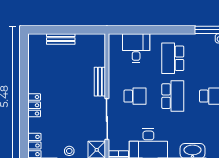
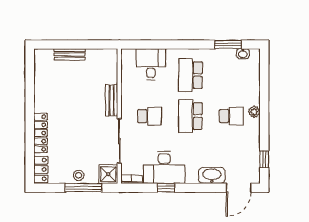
school desk: (173, 96) -> (190, 116), turned 180
locker: (34, 105) -> (41, 133), width x1.53

